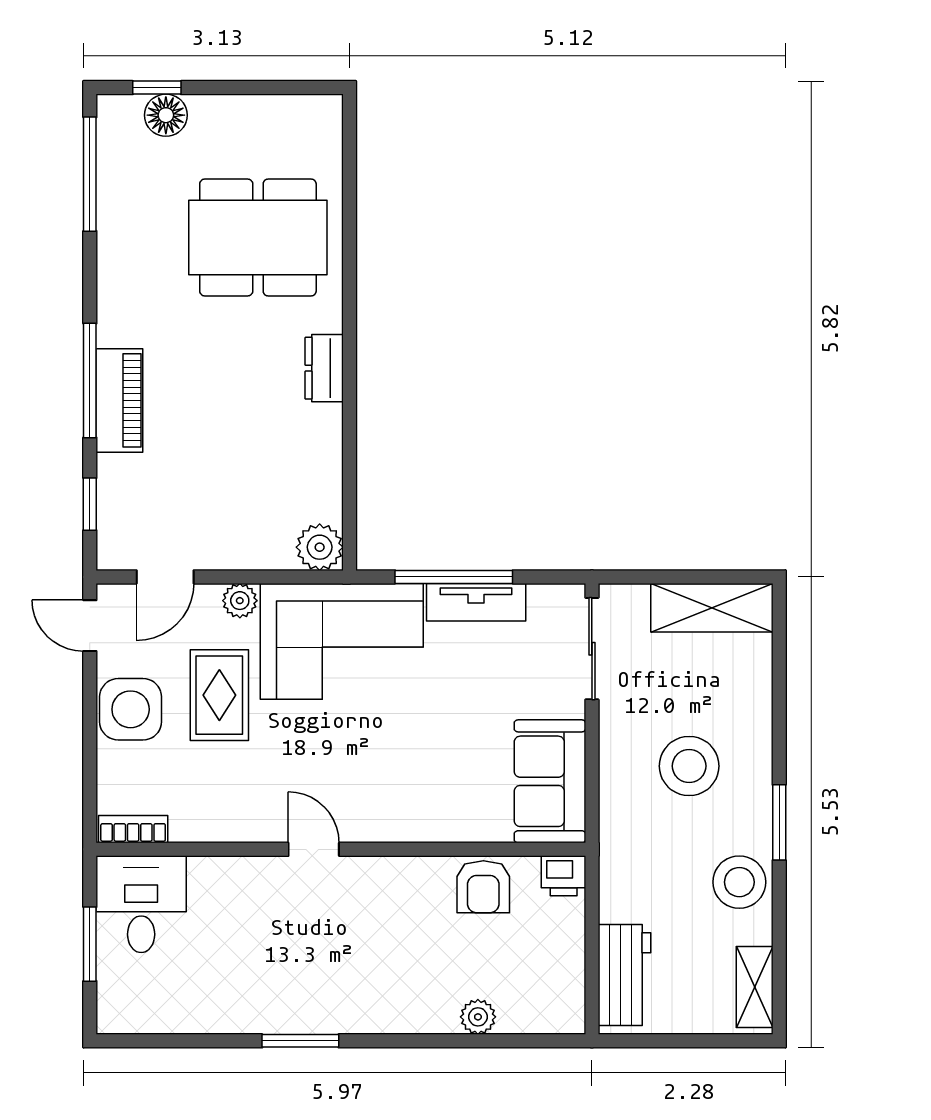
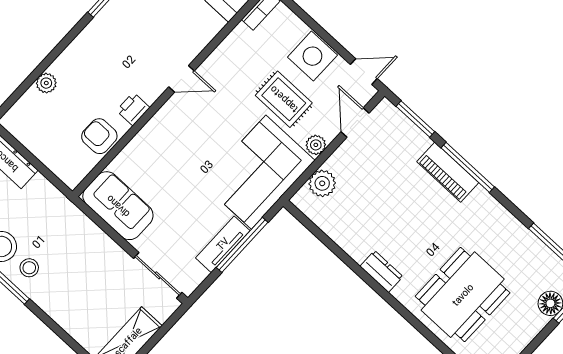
window: (90, 504) -> (415, 119), width x1.50
plant: (320, 547) -> (322, 183), moved
stool: (689, 766) -> (29, 268), moved, width x0.53, depth x0.53
printer: (564, 876) -> (133, 109), moved

